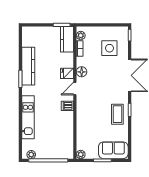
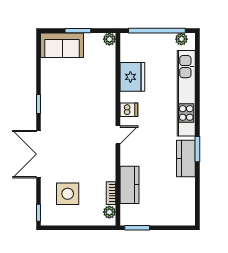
kitchen counter: (67, 39) -> (129, 185), moved
kitchen counter: (28, 66) -> (186, 158), width x0.67
floor lamp: (82, 72) -> (108, 159), removed
fridge: (67, 73) -> (132, 77), moved, width x1.88, depth x1.34
coffee table: (117, 114) -> (56, 98), removed
kitchen unit: (28, 117) -> (186, 93), width x1.36

